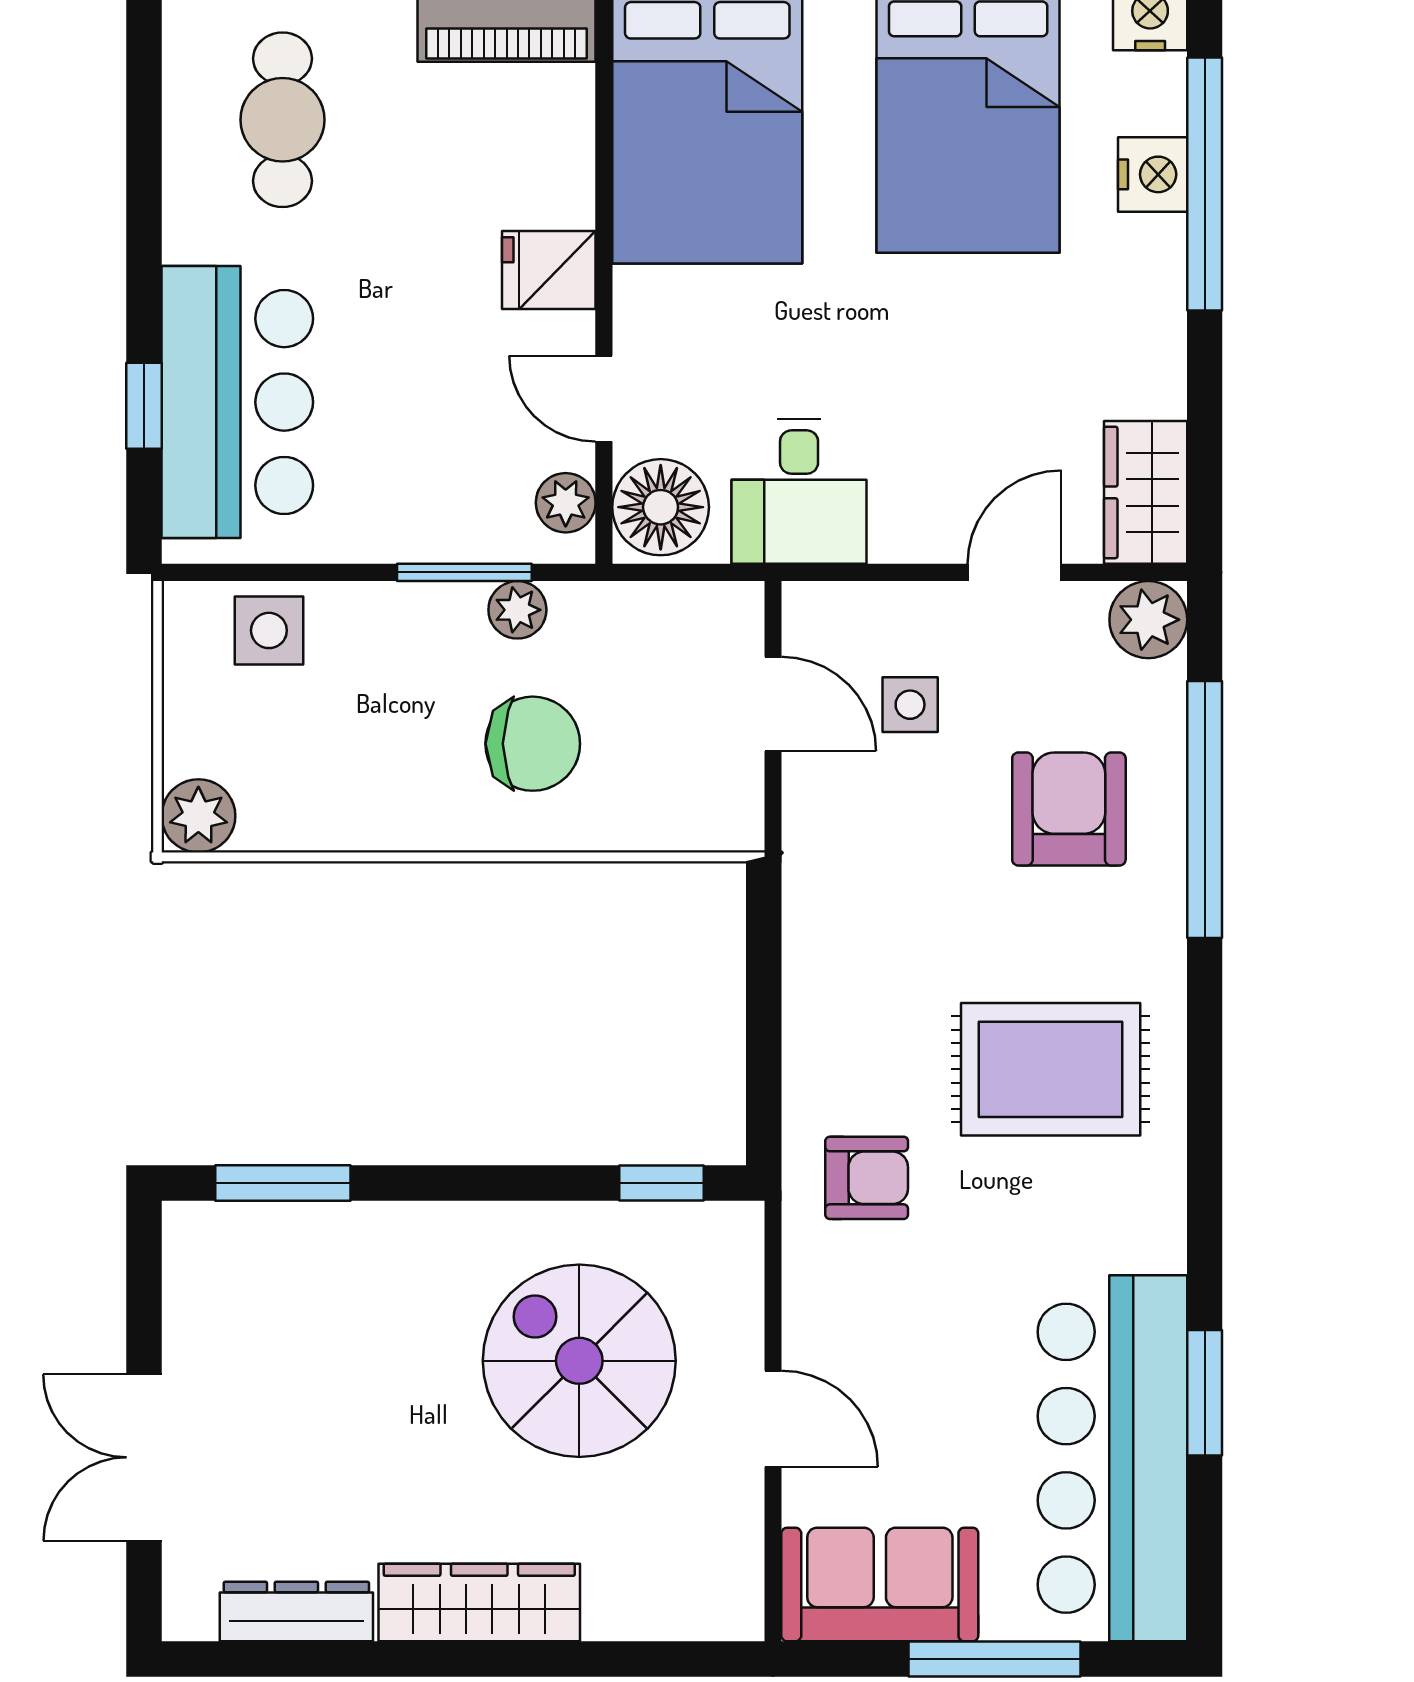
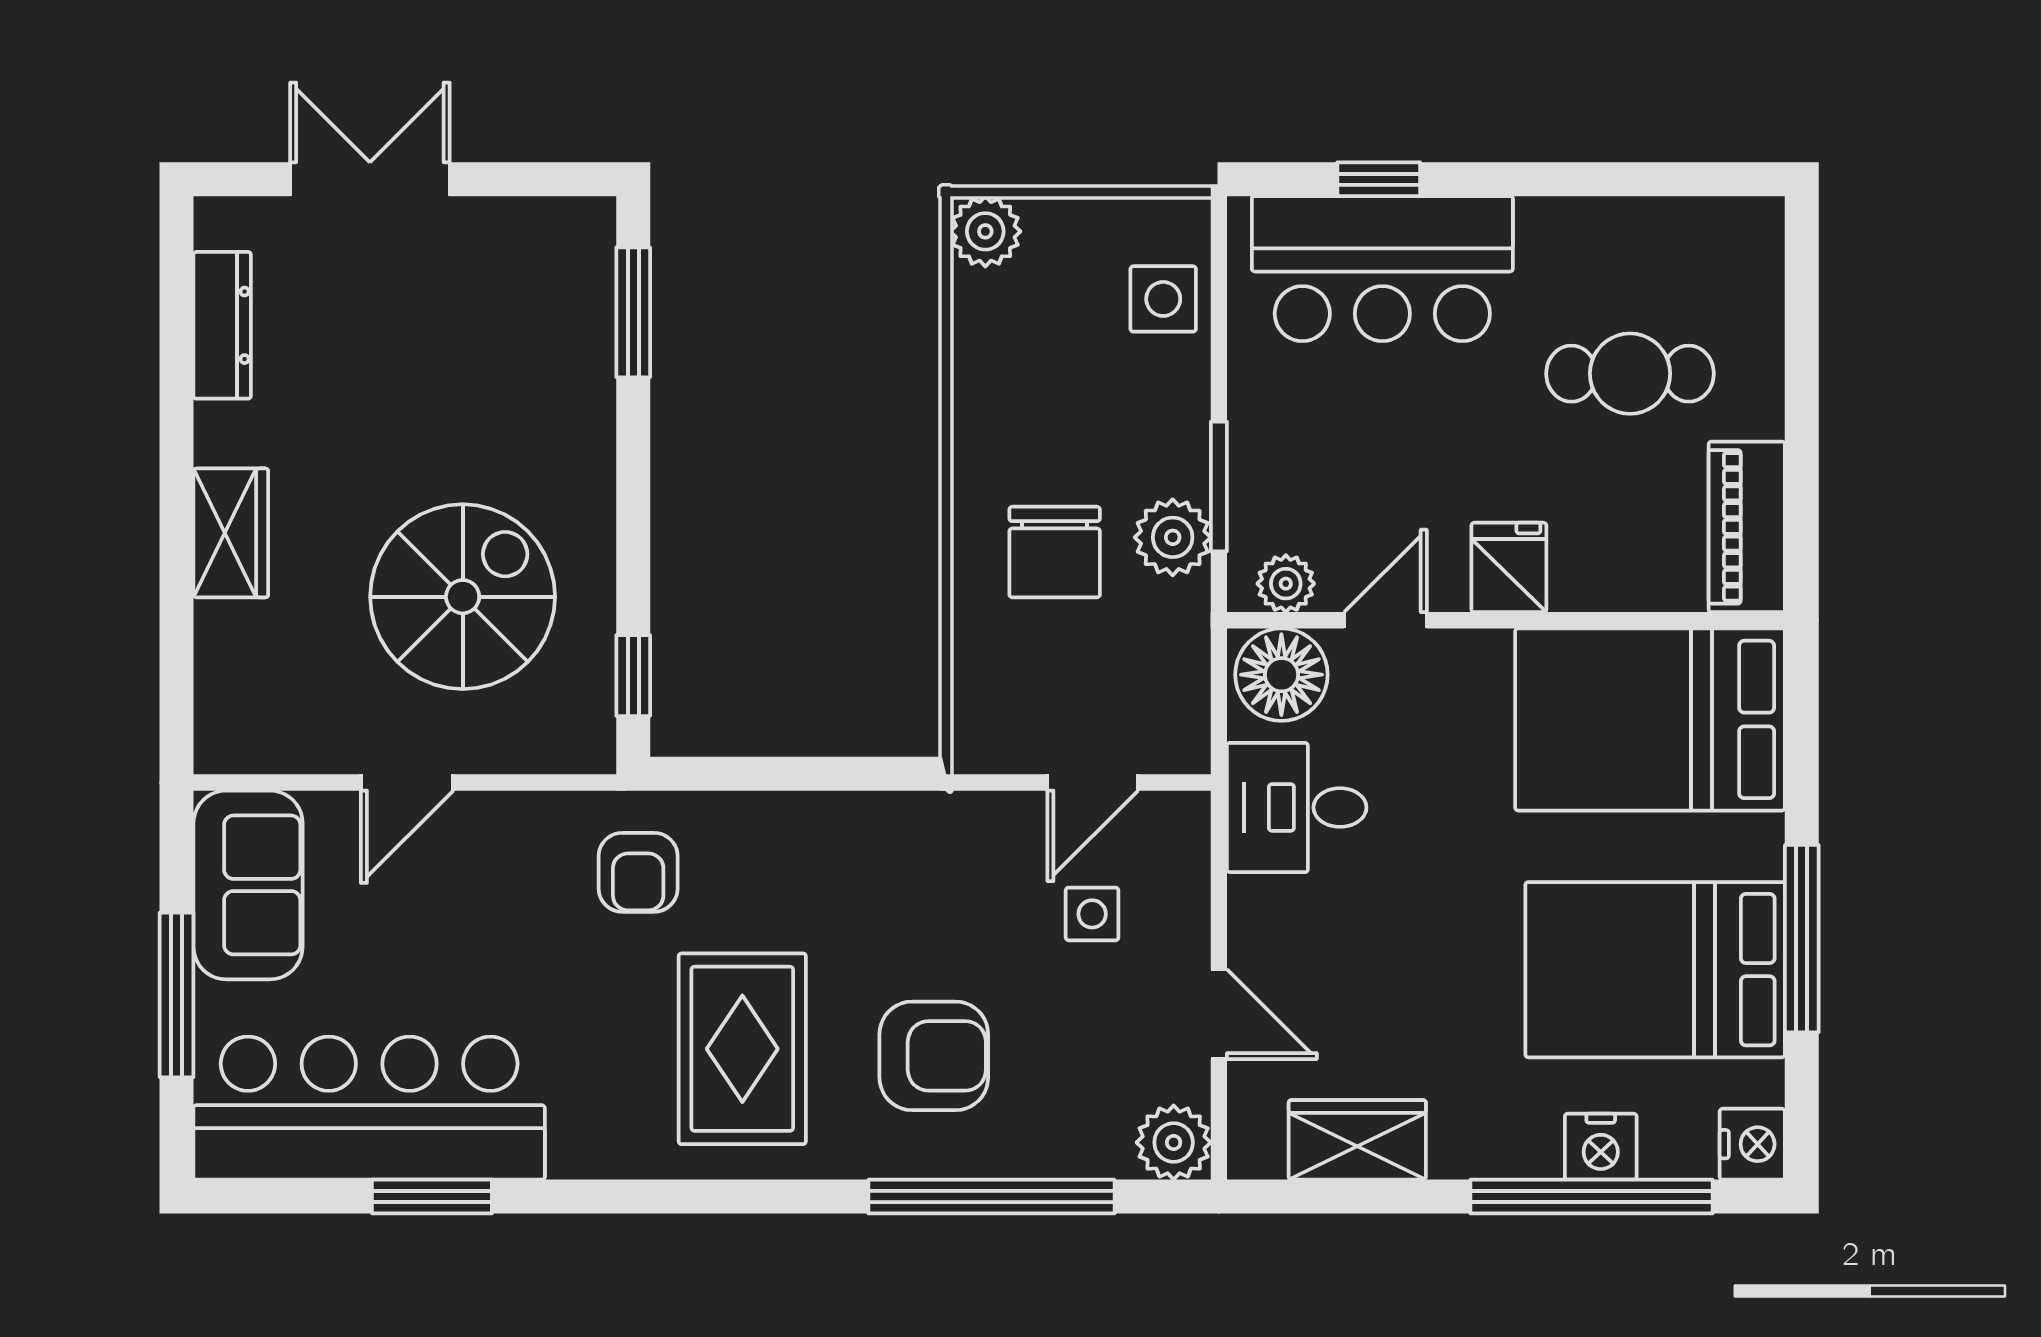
cafe table: (283, 120) -> (1630, 374), moved
wardrobe: (1146, 492) -> (1357, 1140), moved
plant: (517, 610) -> (1173, 537), width x1.38, depth x1.38
armchair: (1069, 809) -> (934, 1056), moved
wardrobe: (479, 1602) -> (231, 533), width x0.67

